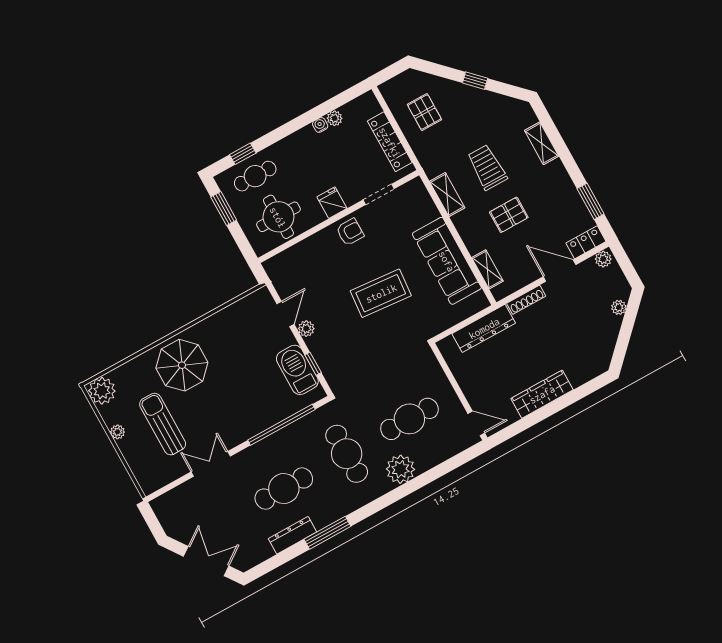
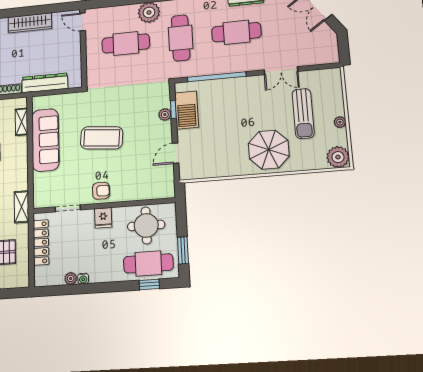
cafe table: (255, 176) -> (148, 263), width x1.37, depth x1.35
shelving: (447, 195) -> (22, 207), moved
armchair: (350, 232) -> (101, 191), turned 180
plant: (306, 329) -> (165, 115), moved

